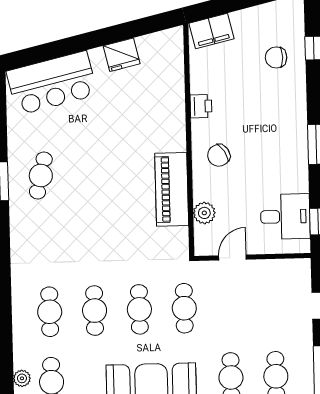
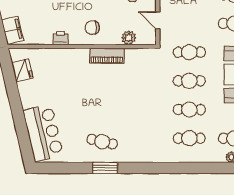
fridge: (122, 55) -> (22, 70), moved
chair: (219, 155) -> (92, 28), turned 123
piano: (172, 189) -> (107, 56), width x0.73, depth x0.75

